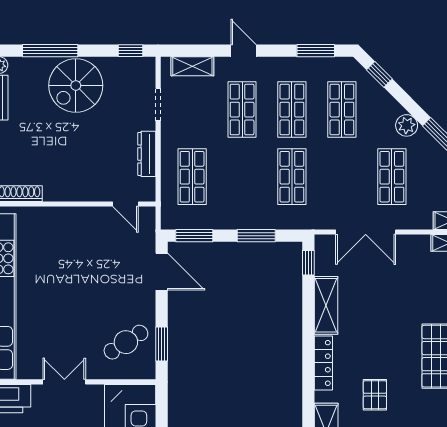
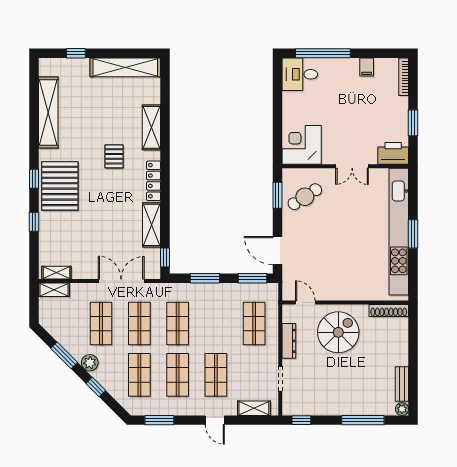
window: (379, 74) -> (96, 387), moved
spiral stairs: (76, 85) -> (338, 332), moved
shop shelf: (342, 177) -> (139, 323), added

